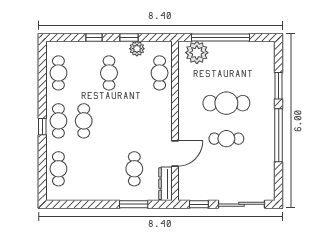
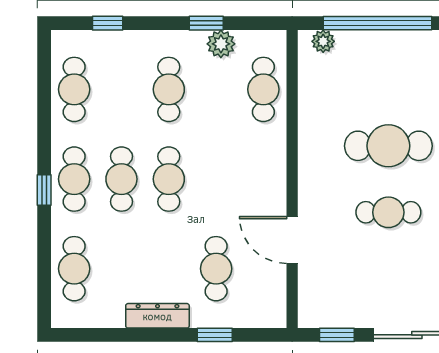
window: (94, 38) -> (108, 23), moved
plant: (197, 53) -> (323, 41), width x0.53, depth x0.53
cafe table: (109, 121) -> (169, 179), added
door: (175, 153) -> (292, 240), swing flipped
dresser: (165, 184) -> (157, 316), moved, turned 90
window: (134, 204) -> (215, 335), width x0.67

